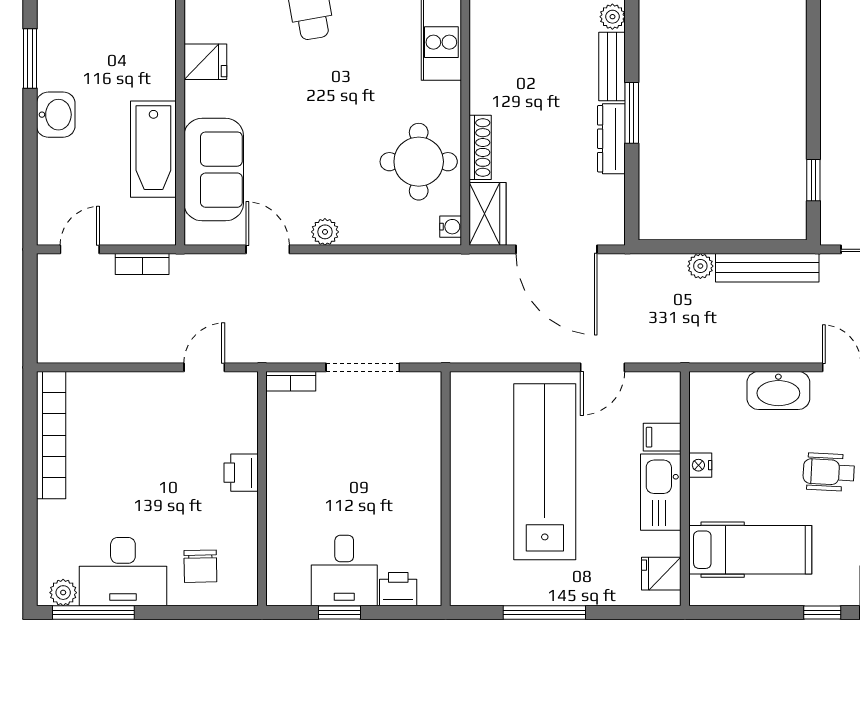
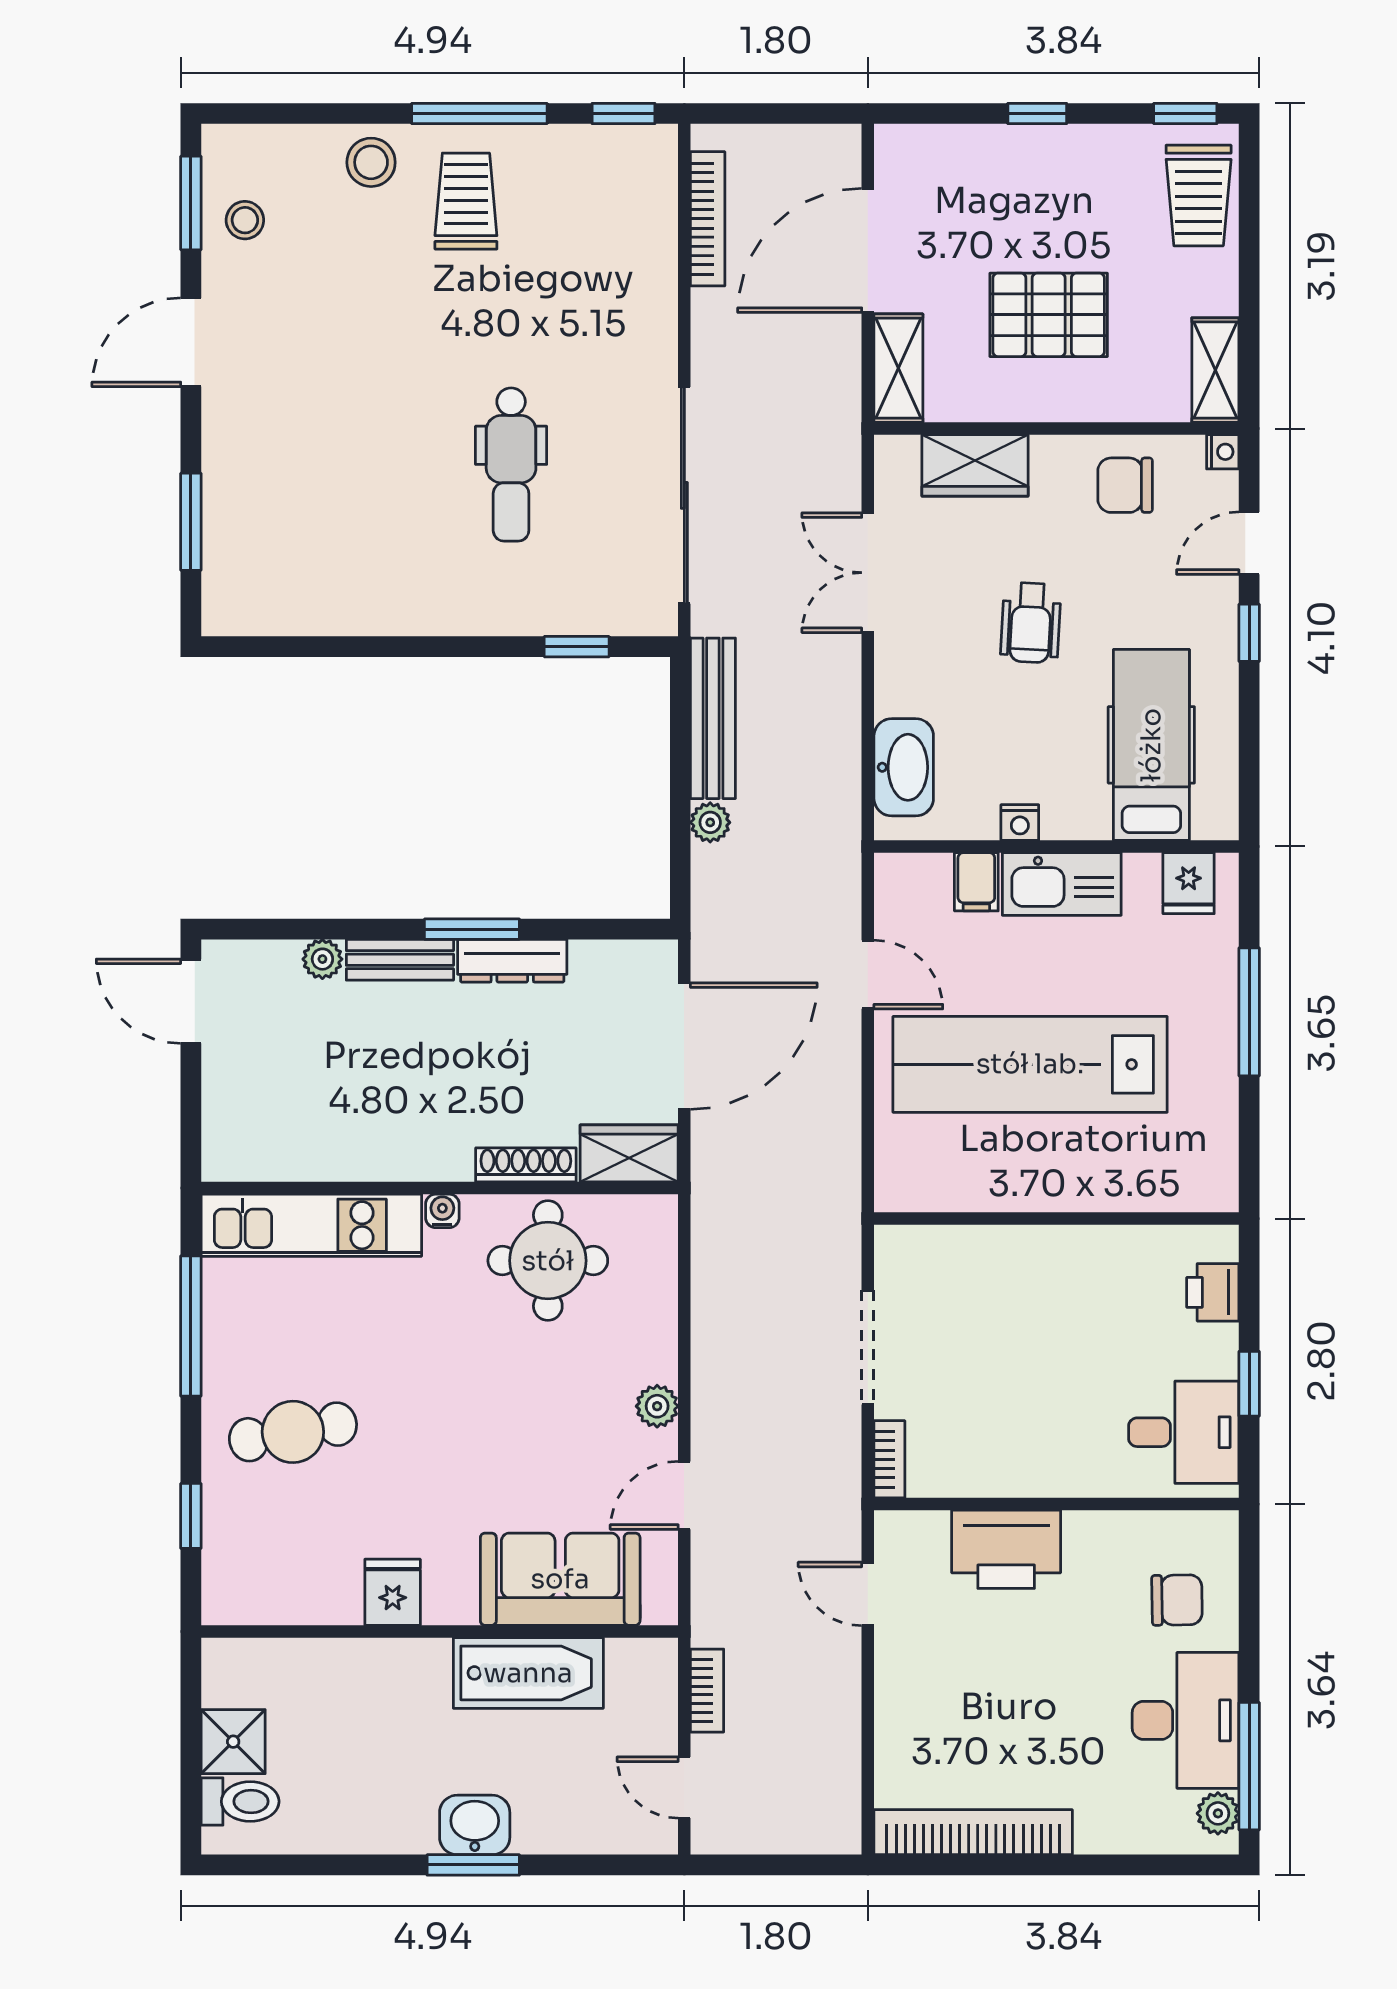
window: (30, 59) -> (473, 1865), moved
water cooler: (451, 227) -> (442, 1211), moved
washbasin: (778, 390) -> (904, 767), moved
printer: (241, 473) -> (1006, 1549), width x1.87, depth x1.48
desk: (344, 571) -> (1184, 1432), moved
window: (544, 613) -> (1249, 1012), moved

